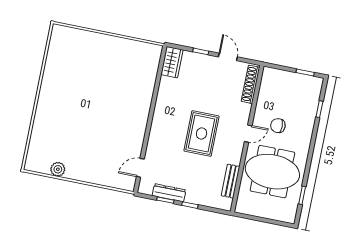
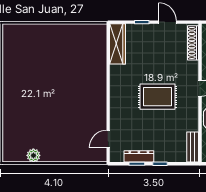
wardrobe: (172, 62) -> (118, 44), width x1.50
rug: (202, 134) -> (158, 97), turned 90
bench: (231, 181) -> (193, 147), moved

